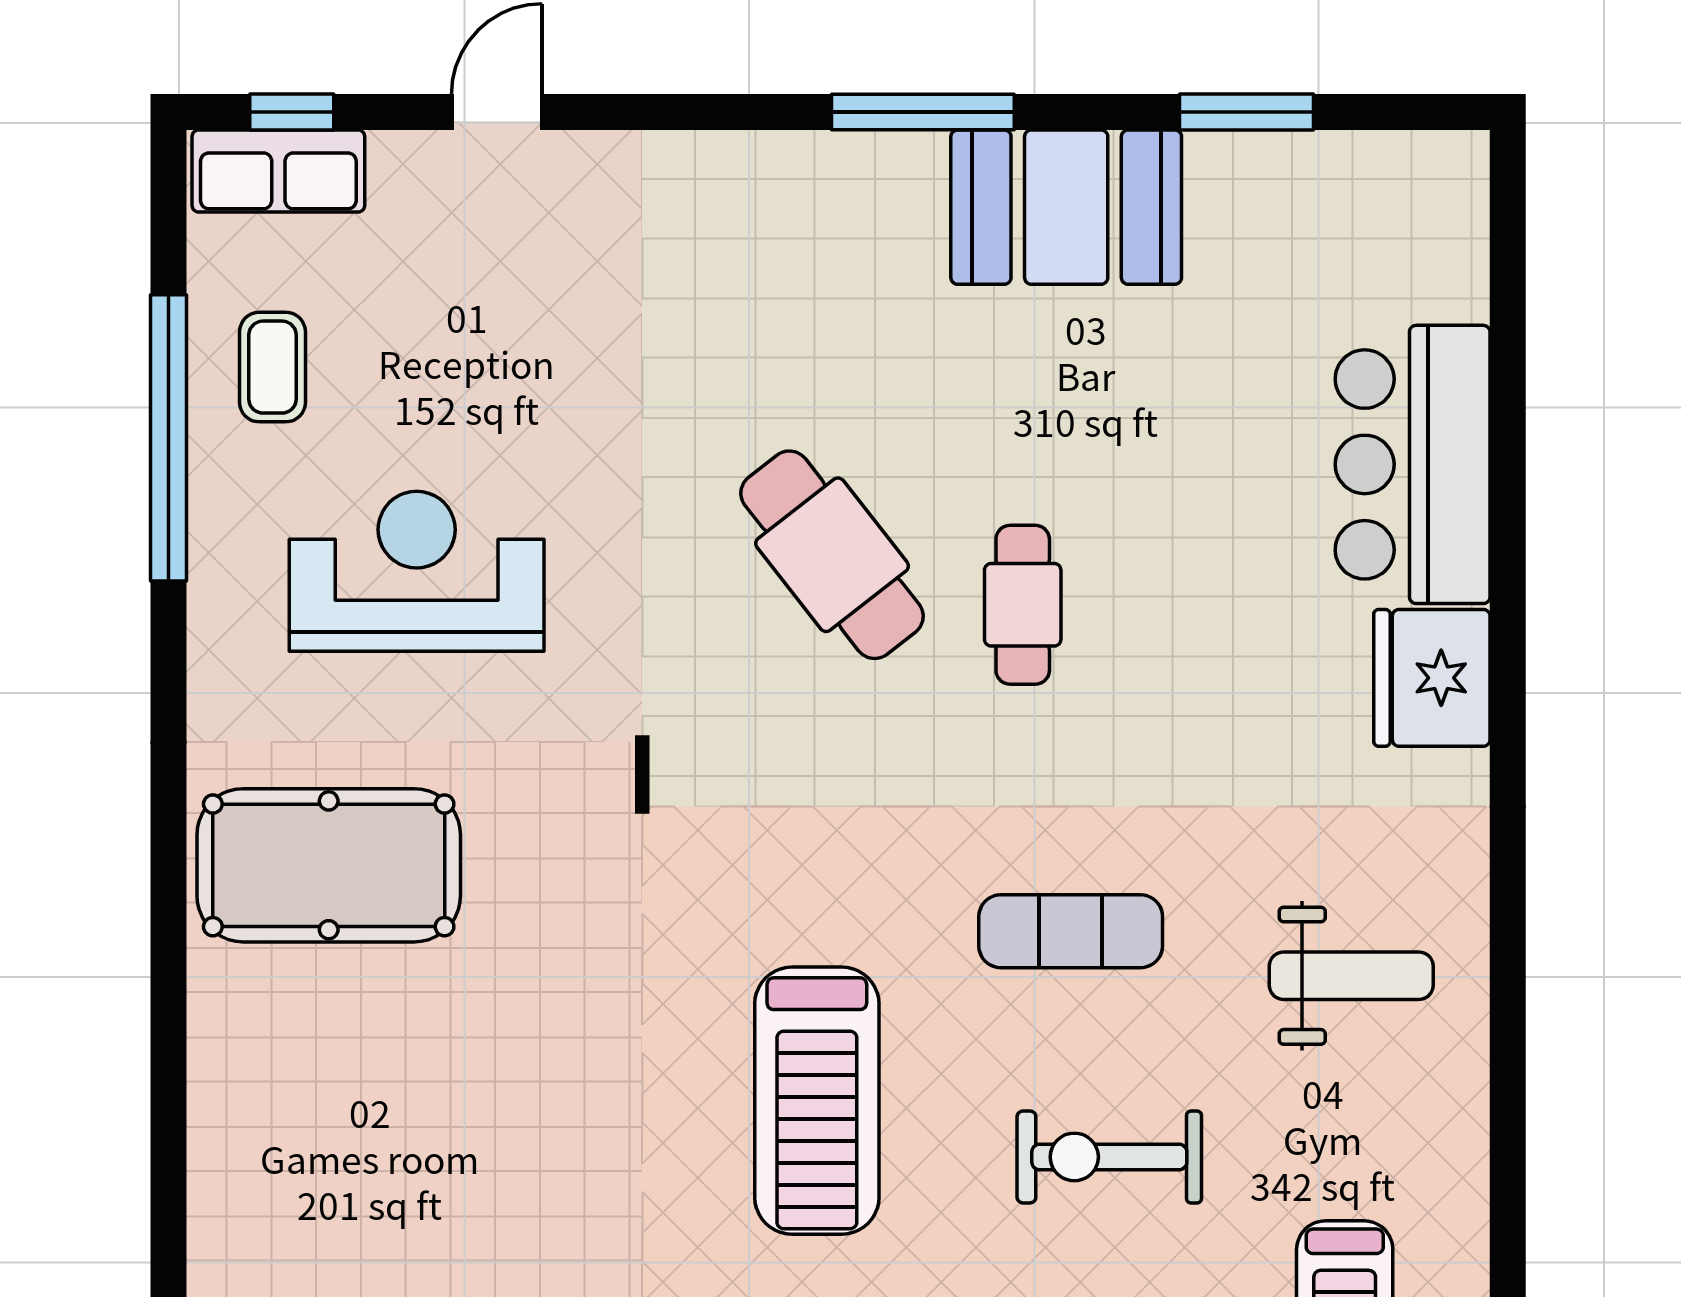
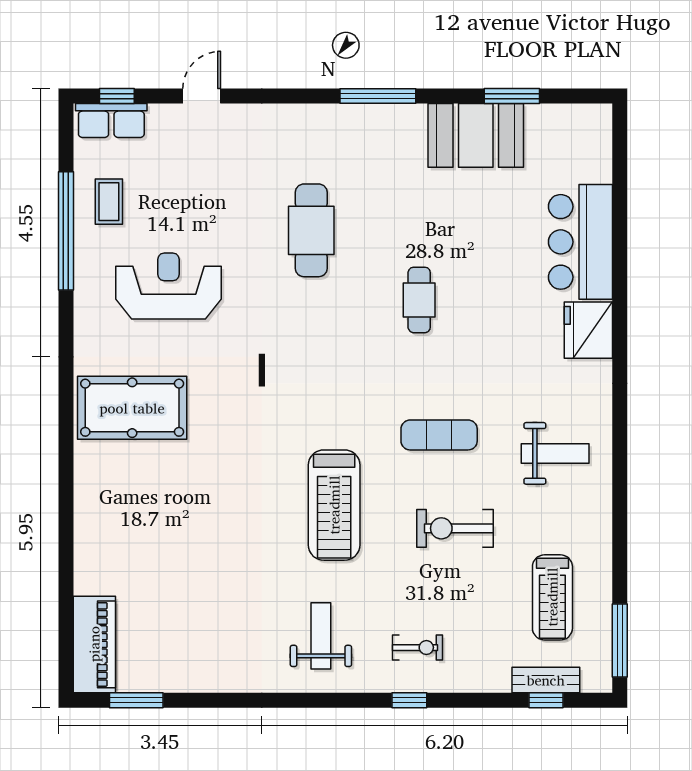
booth: (1066, 207) -> (476, 135), moved
cafe table: (832, 555) -> (311, 230), moved, turned 38

